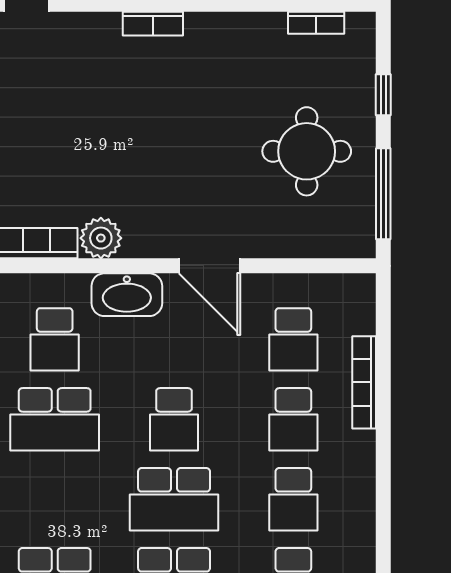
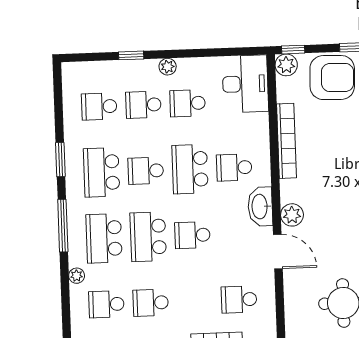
plant: (101, 238) -> (292, 215), moved
door: (210, 266) -> (278, 252), swing flipped
school desk: (293, 419) -> (146, 171), moved

